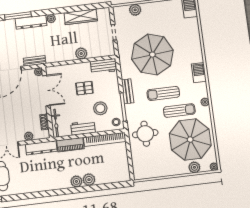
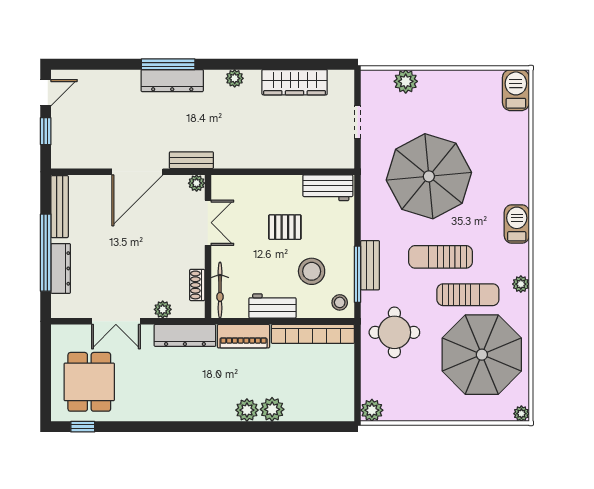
dresser: (31, 22) -> (172, 81), moved
plant: (81, 53) -> (287, 157), removed
double door: (46, 91) -> (208, 223), width x0.73
bench: (128, 91) -> (370, 265), moved
plant: (194, 167) -> (372, 410), moved

